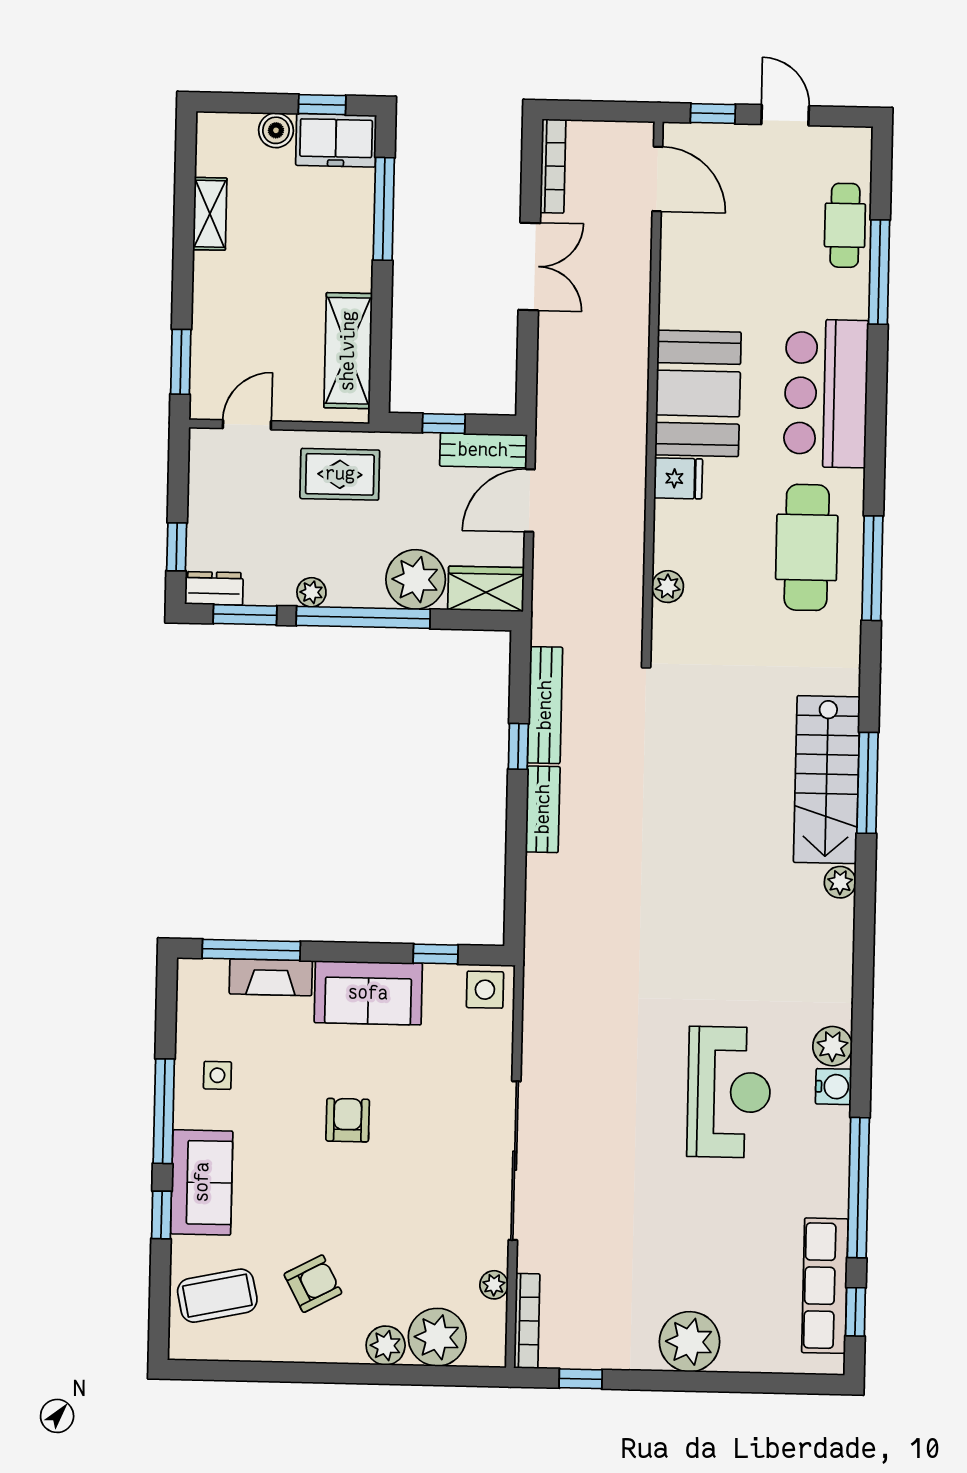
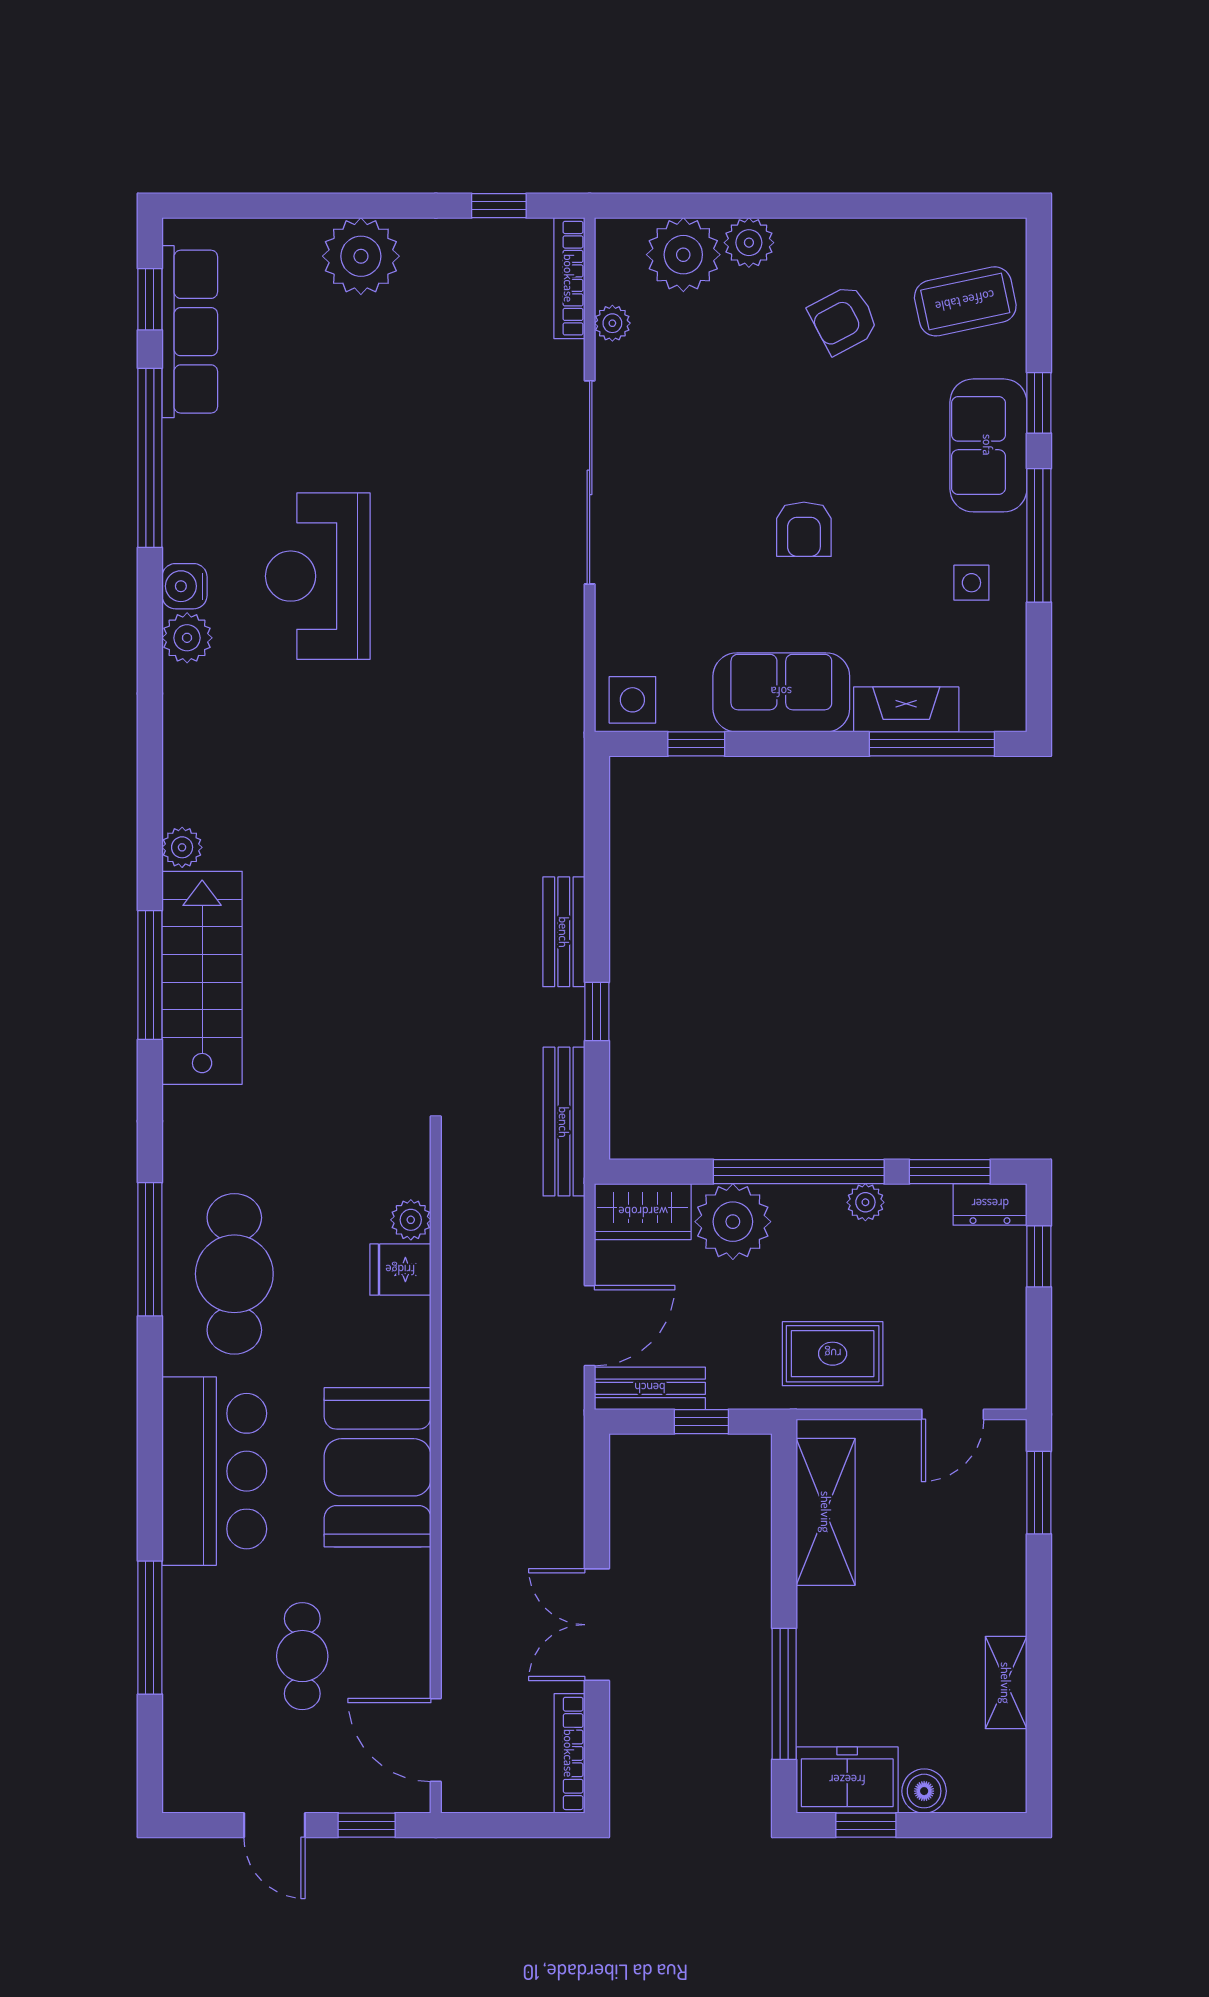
cafe table: (845, 225) -> (302, 1656), moved
fridge: (678, 478) -> (400, 1270), moved
bench: (545, 705) -> (564, 1122), moved

